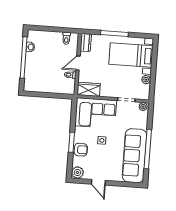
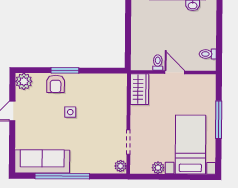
dresser: (86, 43) -> (204, 81), removed
corner sofa: (96, 113) -> (107, 101), removed
sofa: (134, 156) -> (42, 161), width x0.74, depth x0.79

